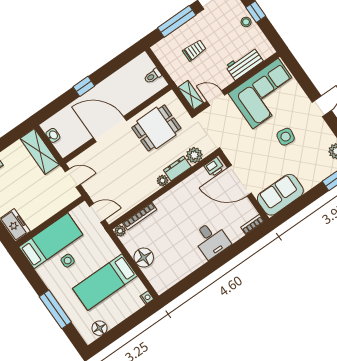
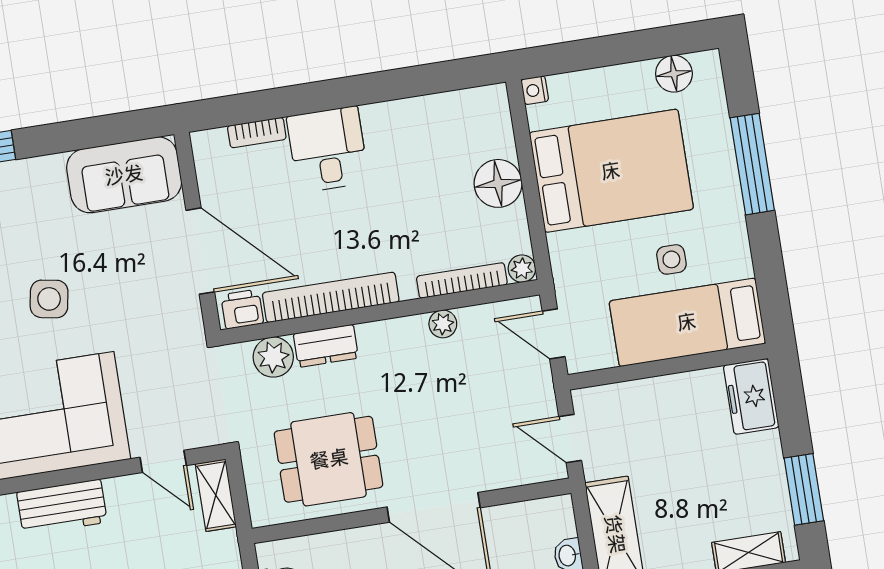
plant: (162, 180) -> (443, 324), moved
bookcase: (184, 187) -> (331, 297), added
bookcase: (253, 224) -> (257, 133), moved
bed: (105, 282) -> (611, 171), width x1.50

